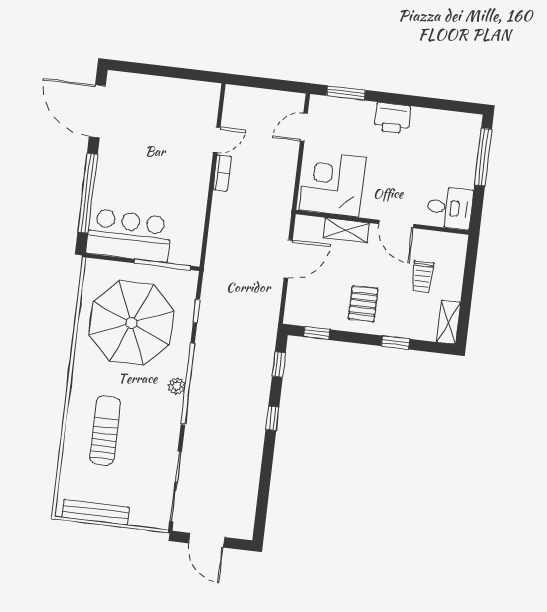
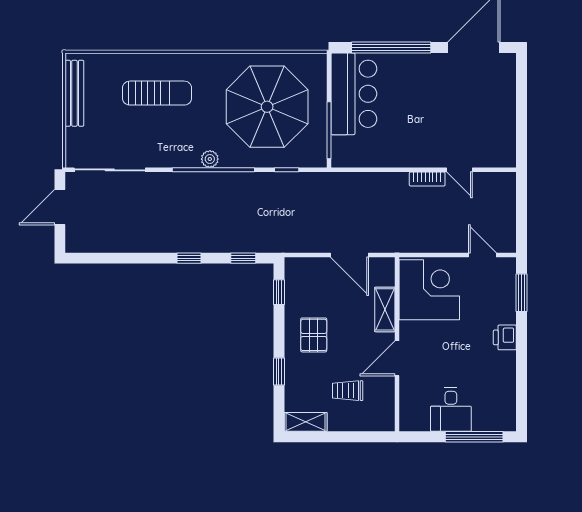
printer: (392, 118) -> (505, 337), width x0.73, depth x0.81
desk: (450, 208) -> (451, 410), moved
pallet: (363, 304) -> (314, 335), turned 90

